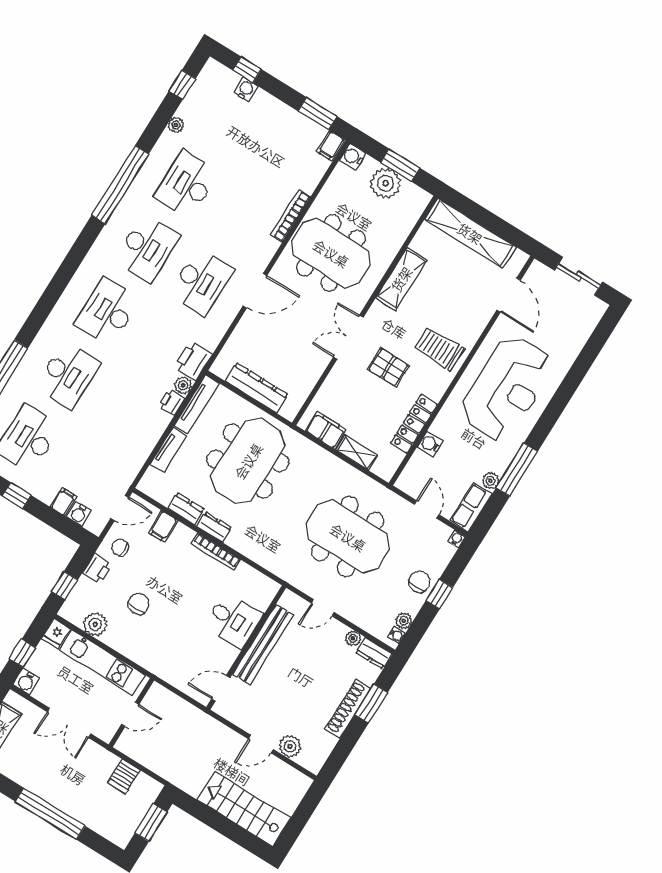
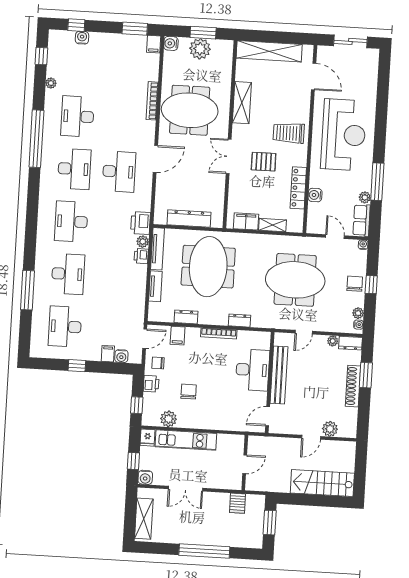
dresser: (214, 527) -> (239, 321), moved
desk: (233, 620) -> (253, 370), width x1.37
wall: (131, 713) -> (245, 463), moved
door: (130, 714) -> (245, 464), moved

